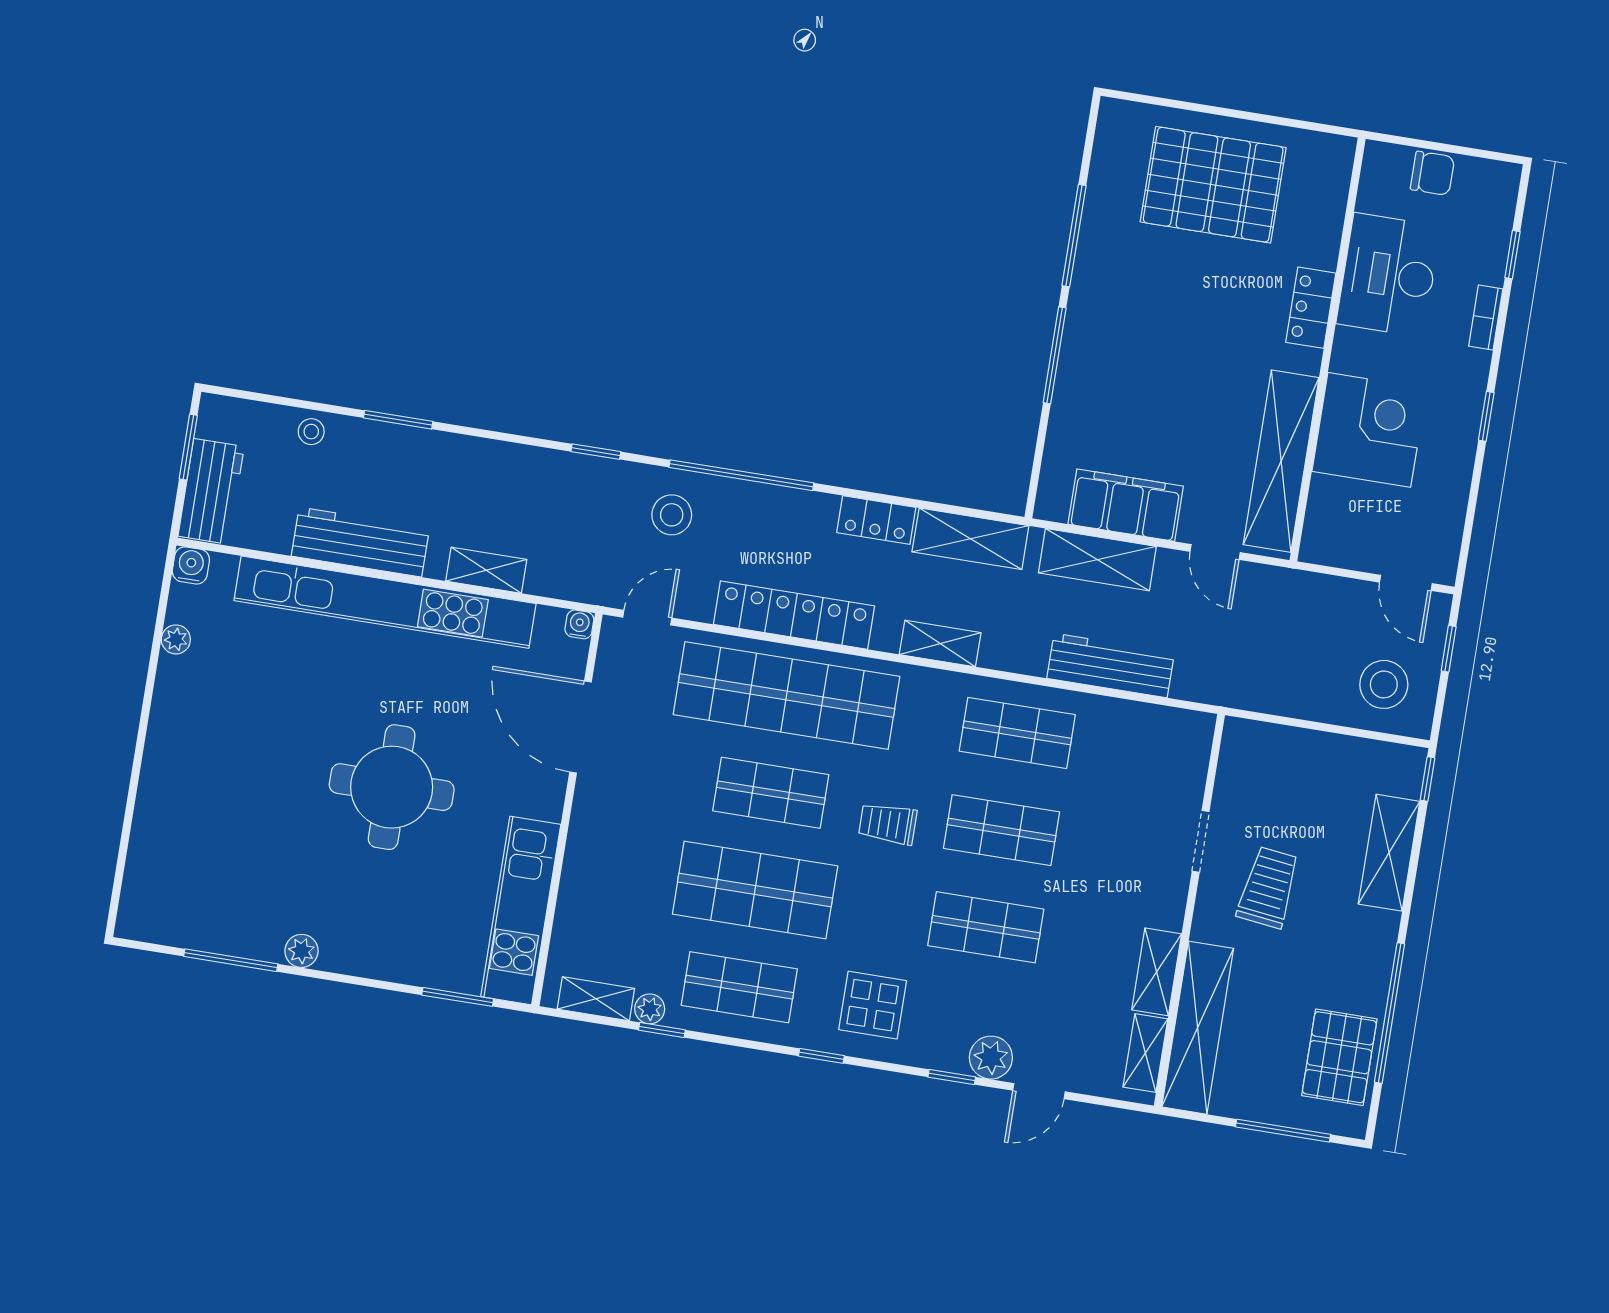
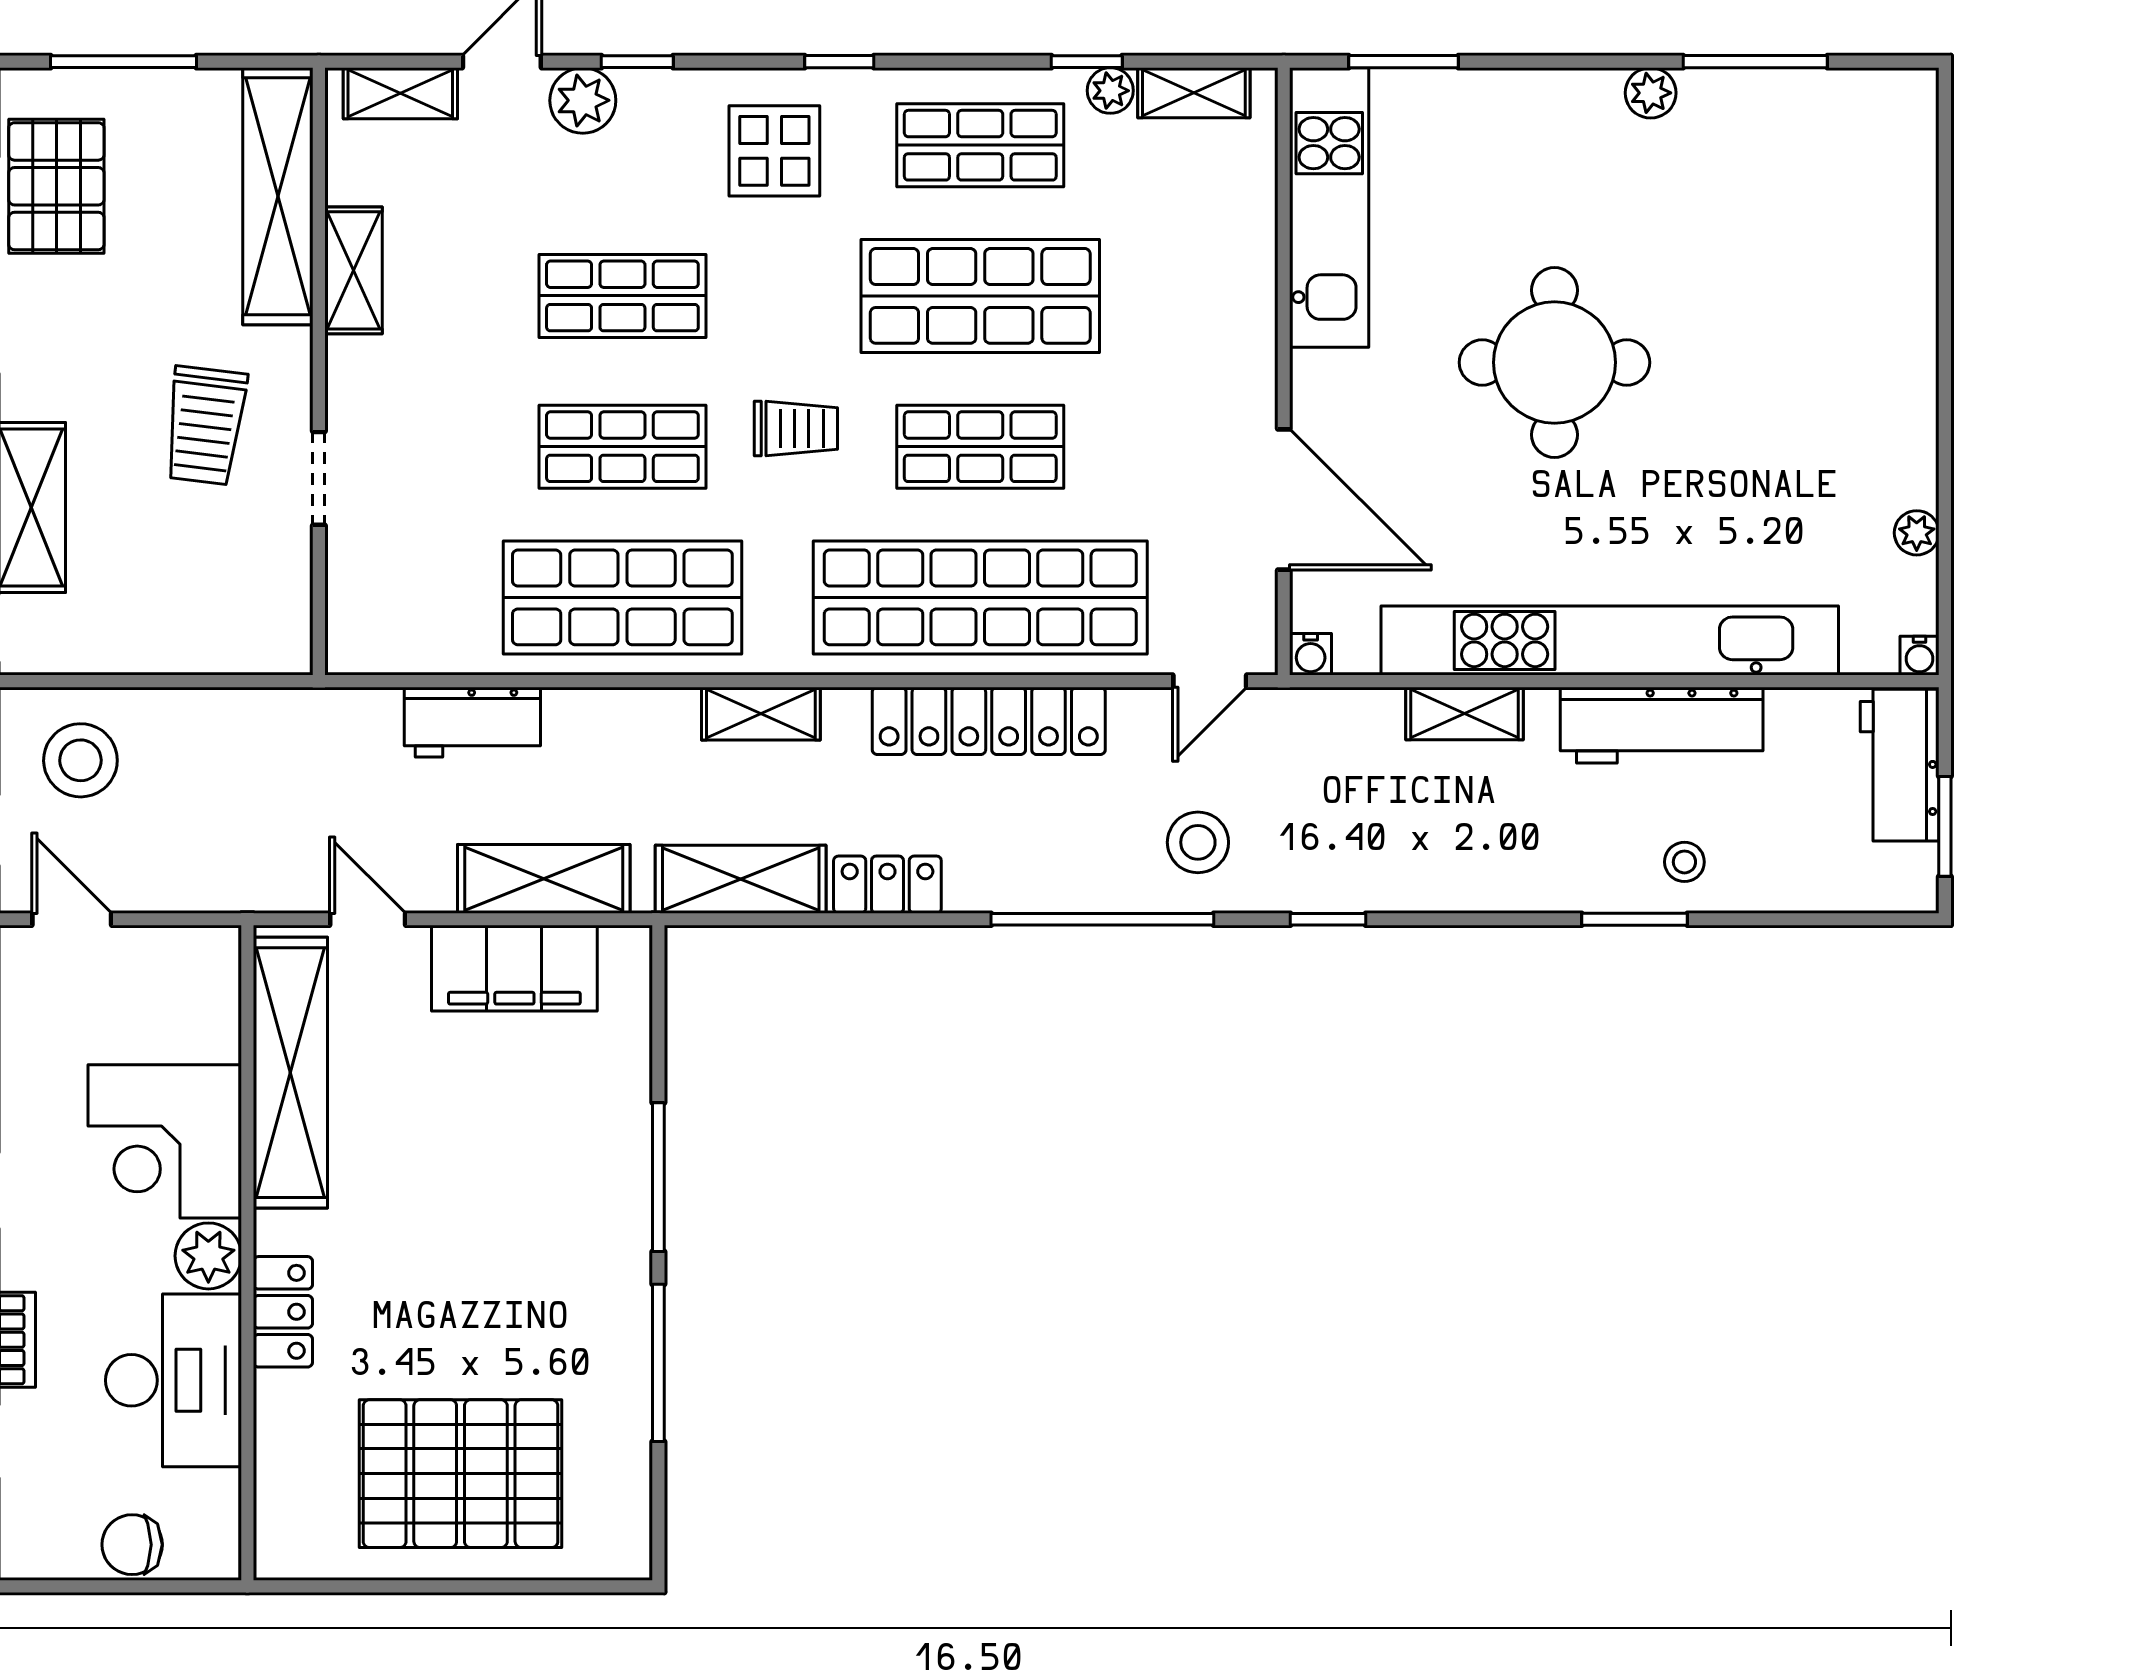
plant: (1353, 352) -> (208, 1256), added
stool: (311, 432) -> (1684, 862), moved
water cooler: (191, 565) -> (1920, 656), width x0.72, depth x0.72
workbench: (1111, 666) -> (472, 722), width x0.73
shop shelf: (1017, 733) -> (622, 597), width x1.43, depth x1.36
shelving: (1145, 1053) -> (400, 93), moved, turned 90

